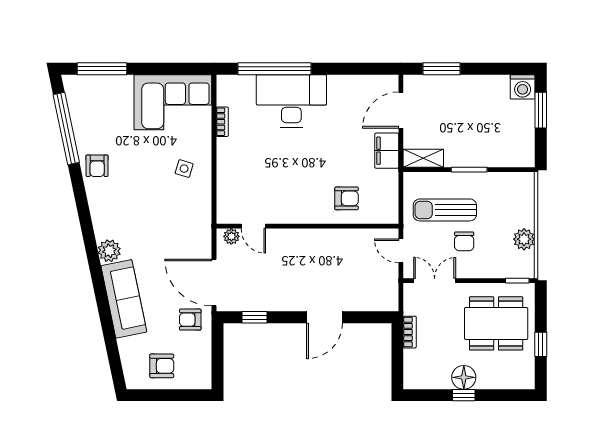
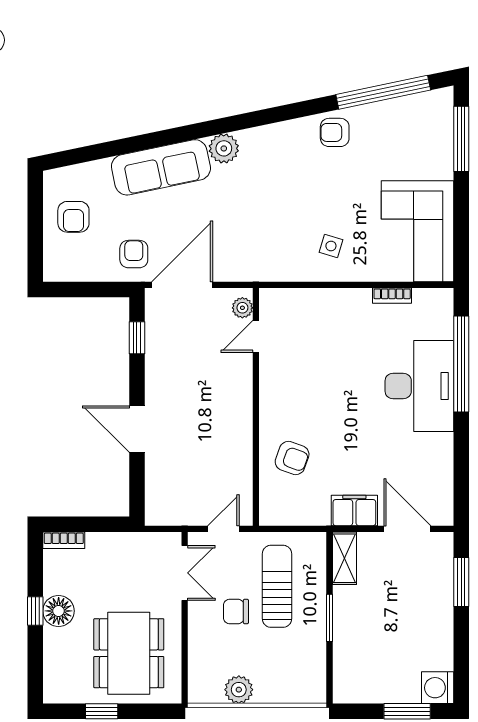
armchair: (347, 198) -> (292, 458), turned -70
window: (517, 281) -> (185, 681), removed
bookcase: (410, 332) -> (64, 540), moved

